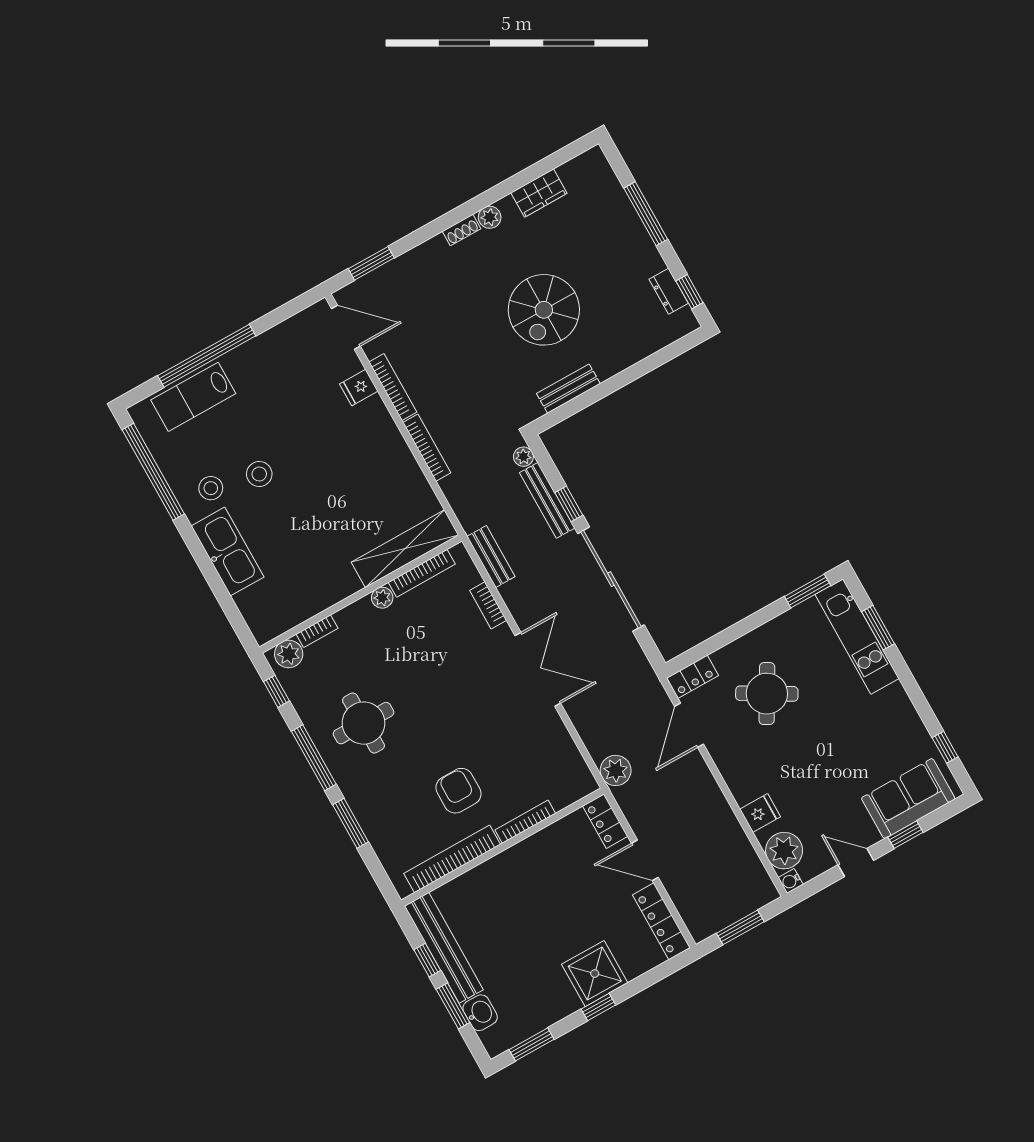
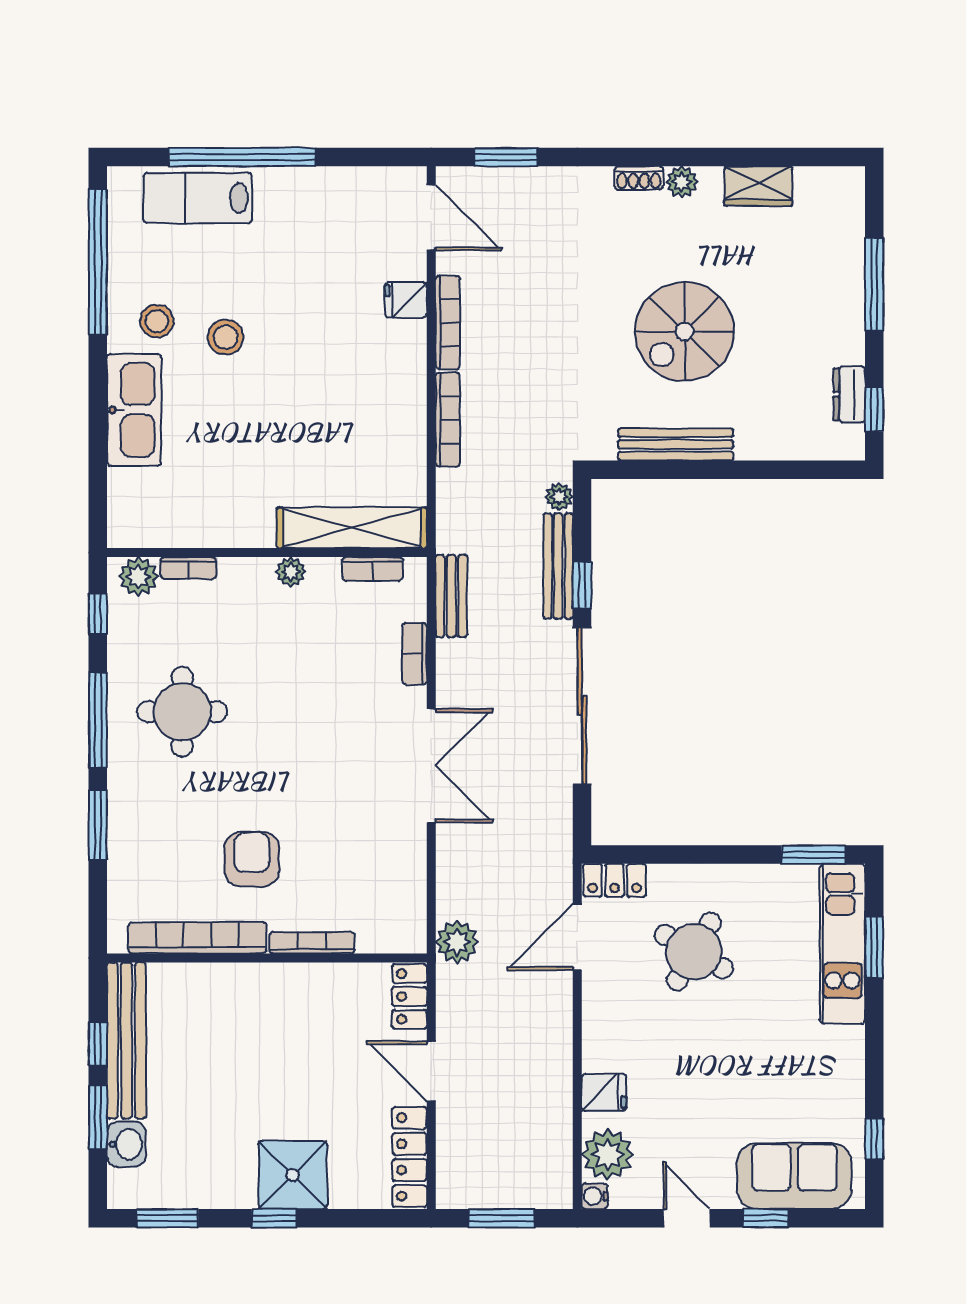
bench: (568, 389) -> (676, 444), width x1.36
bookcase: (422, 573) -> (373, 569), width x0.64

